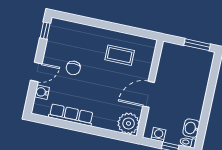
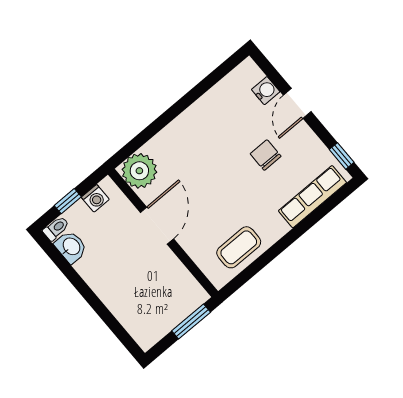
window: (197, 45) -> (191, 322), moved
coffee table: (120, 55) -> (239, 247), moved
row of seats: (71, 115) -> (312, 197), moved, turned 180

